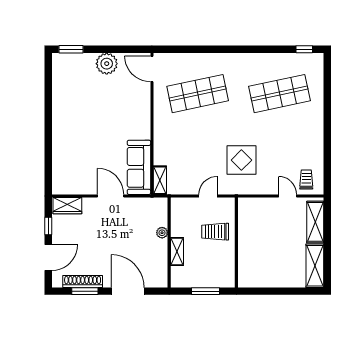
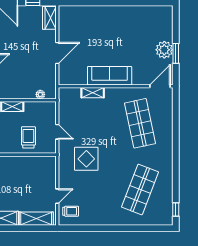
window: (71, 49) -> (176, 53), moved
shop shelf: (279, 94) -> (140, 189), turned 33
sofa: (139, 167) -> (110, 76), moved
shelving: (160, 180) -> (93, 93), moved
plant: (162, 233) -> (40, 94), moved

